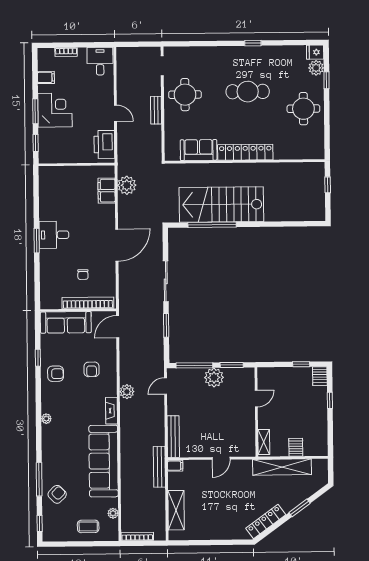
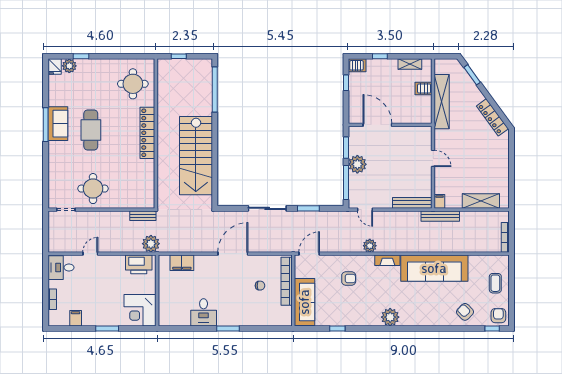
window: (253, 43) -> (46, 125), width x2.17
round table: (303, 109) -> (133, 84), moved
corner desk: (55, 110) -> (140, 310), moved, turned -90
bench: (156, 110) -> (143, 216), moved
door: (115, 113) -> (90, 254), moved
window: (36, 143) -> (137, 328), removed
sofa: (199, 150) -> (58, 124), moved, turned 180
plant: (127, 185) -> (151, 244), moved
window: (212, 225) -> (215, 90), moved
desk: (54, 235) -> (204, 312), moved
door: (117, 245) -> (233, 254), hinge flipped
door: (118, 327) -> (309, 254), swing flipped
armchair: (56, 374) -> (498, 316), moved
door: (256, 398) -> (377, 125), width x1.88
plant: (46, 419) -> (390, 317), width x1.88, depth x1.88
shelving: (264, 442) -> (410, 64), moved
window: (39, 479) -> (451, 328), removed
window: (300, 508) -> (472, 75), moved
plant: (113, 513) -> (483, 260), removed

